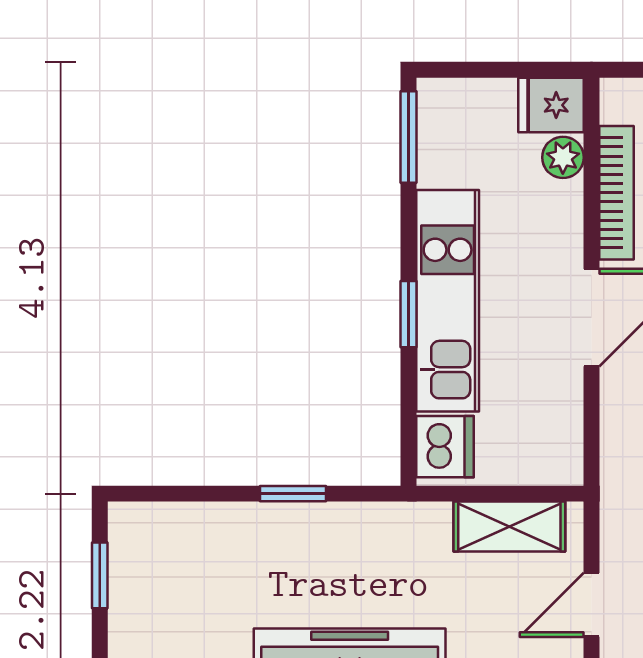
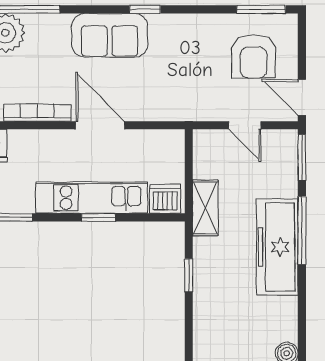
plant: (563, 157) -> (20, 140), removed
shelving: (509, 527) -> (205, 208), moved

